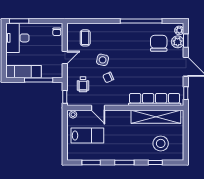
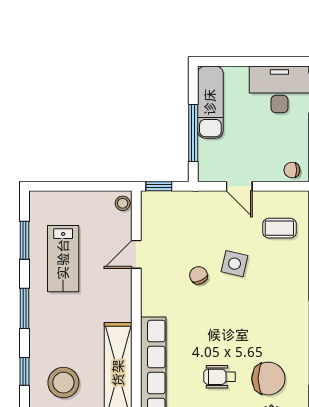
wheelchair: (83, 84) -> (220, 377), moved
lab bench: (87, 136) -> (63, 259), moved

